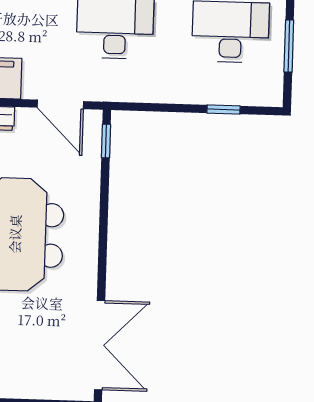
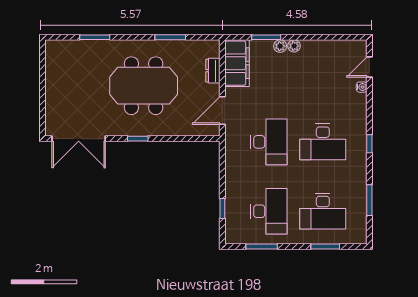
window: (106, 141) -> (138, 139), moved

